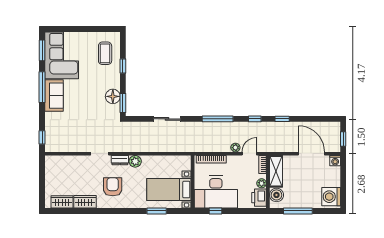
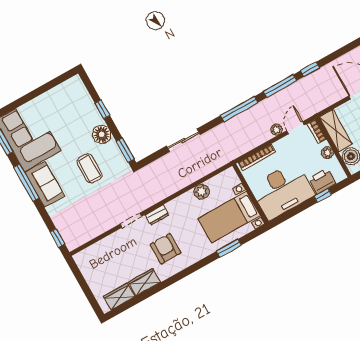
coffee table: (105, 53) -> (89, 168), moved
floor lamp: (113, 96) -> (102, 134), moved
window: (255, 119) -> (280, 86), width x2.17
plant: (135, 161) -> (202, 192), moved
printer: (259, 198) -> (322, 181), moved, turned 90
window: (216, 211) -> (323, 195), moved

